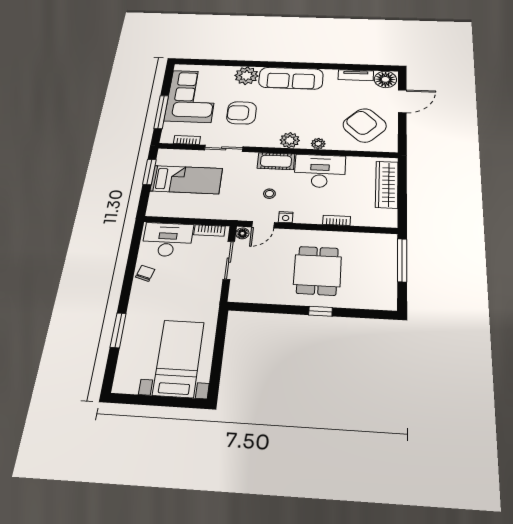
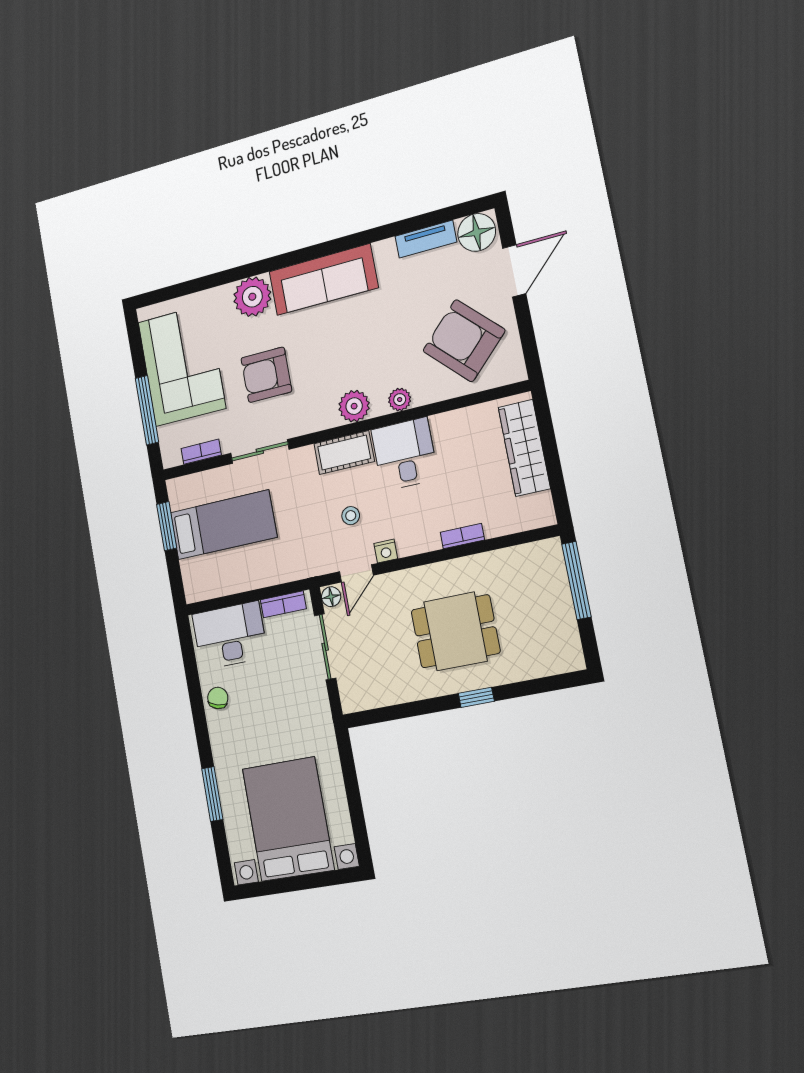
desk: (320, 171) -> (405, 454), width x0.73
dining table: (317, 271) -> (455, 631), turned 90
bed with nightstands: (179, 358) -> (288, 819), width x1.36

